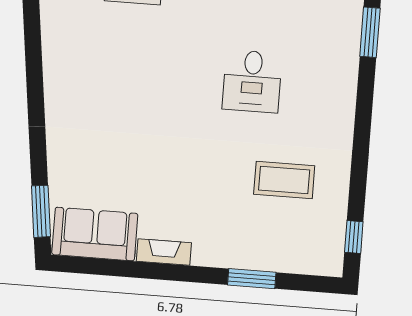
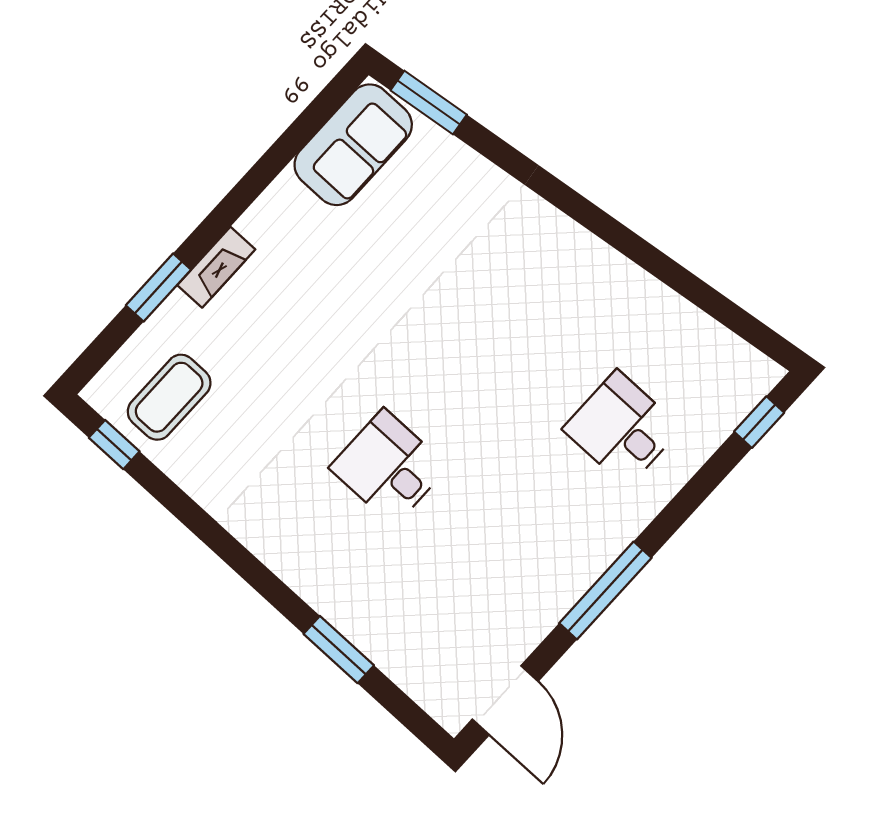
coffee table: (284, 180) -> (169, 397), moved
fireplace: (164, 252) -> (216, 267), moved

